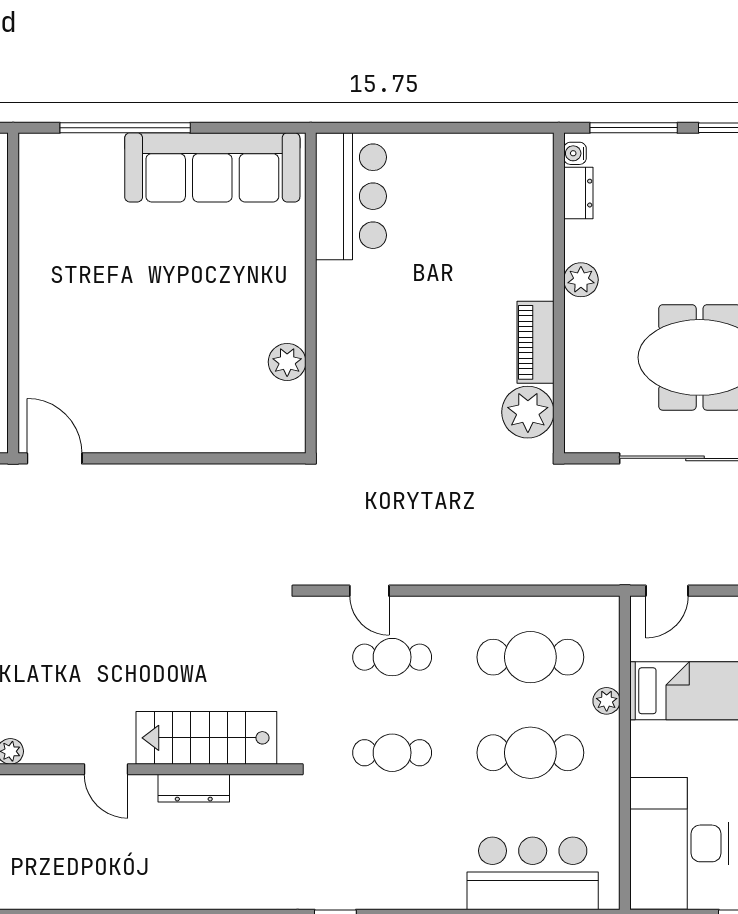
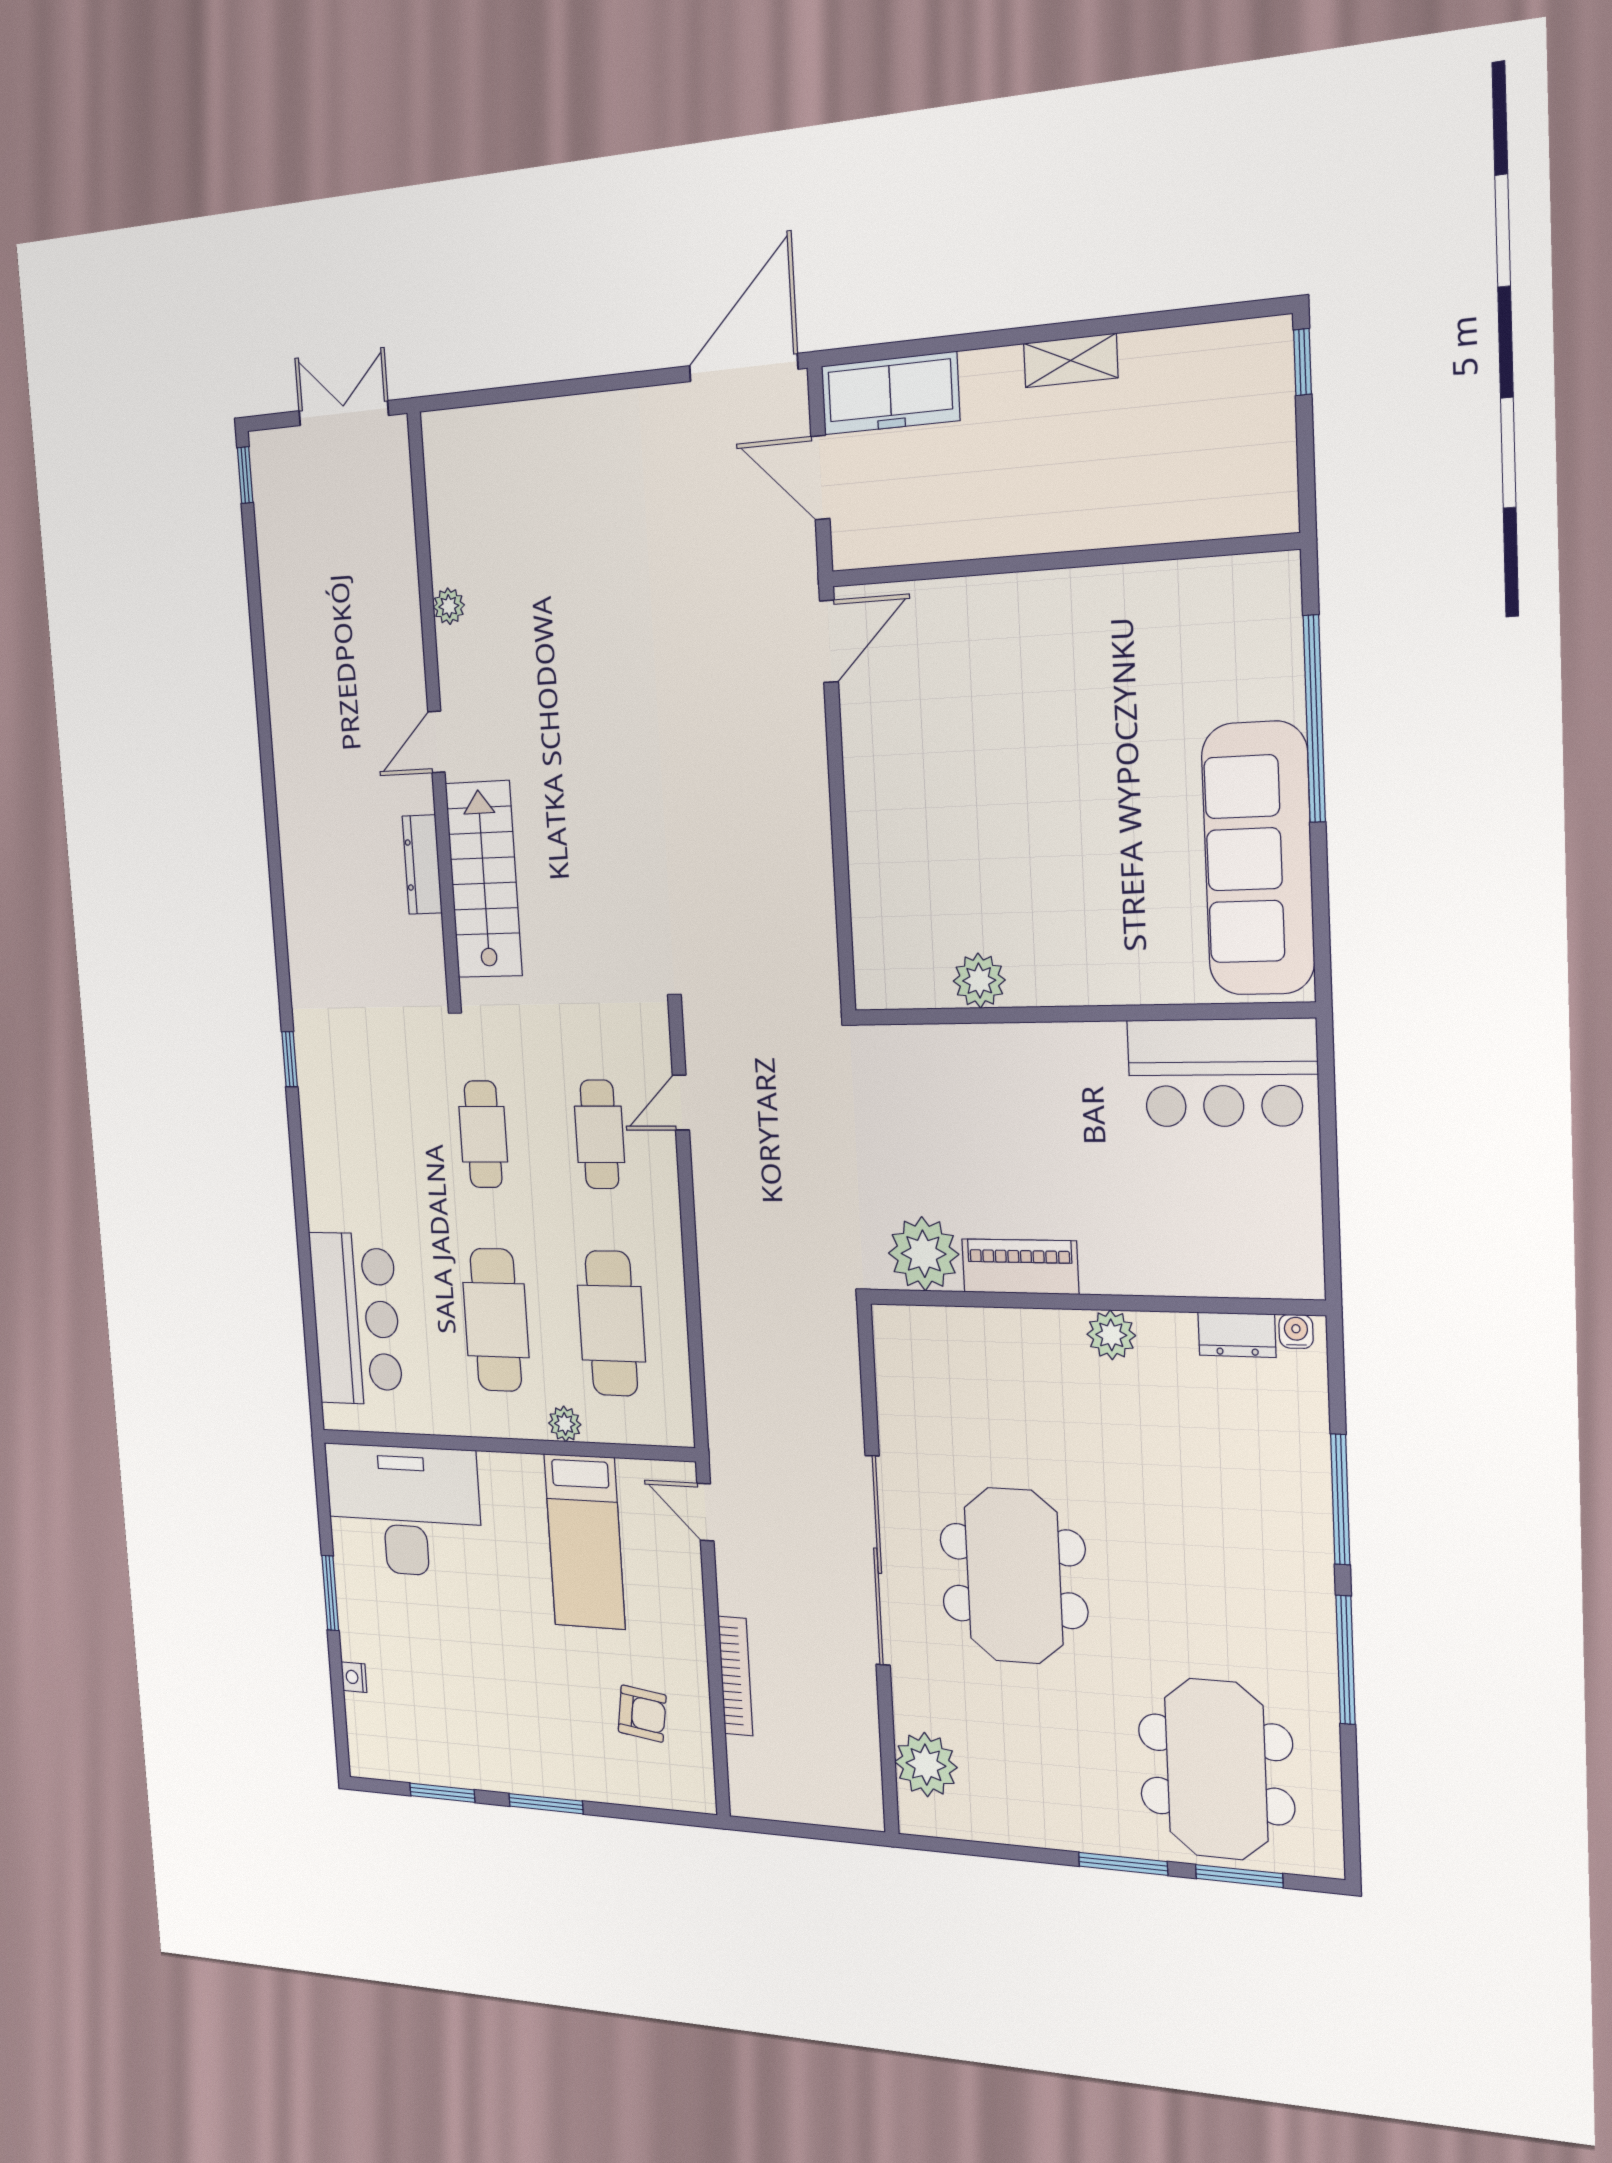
water cooler: (575, 153) -> (1296, 1331), moved
dresser: (578, 193) -> (1237, 1335), moved
plant: (581, 280) -> (1111, 1335), moved
wall: (559, 293) -> (1091, 1302), moved
piano: (535, 342) -> (1020, 1267), moved
plant: (528, 412) -> (924, 1254), moved

